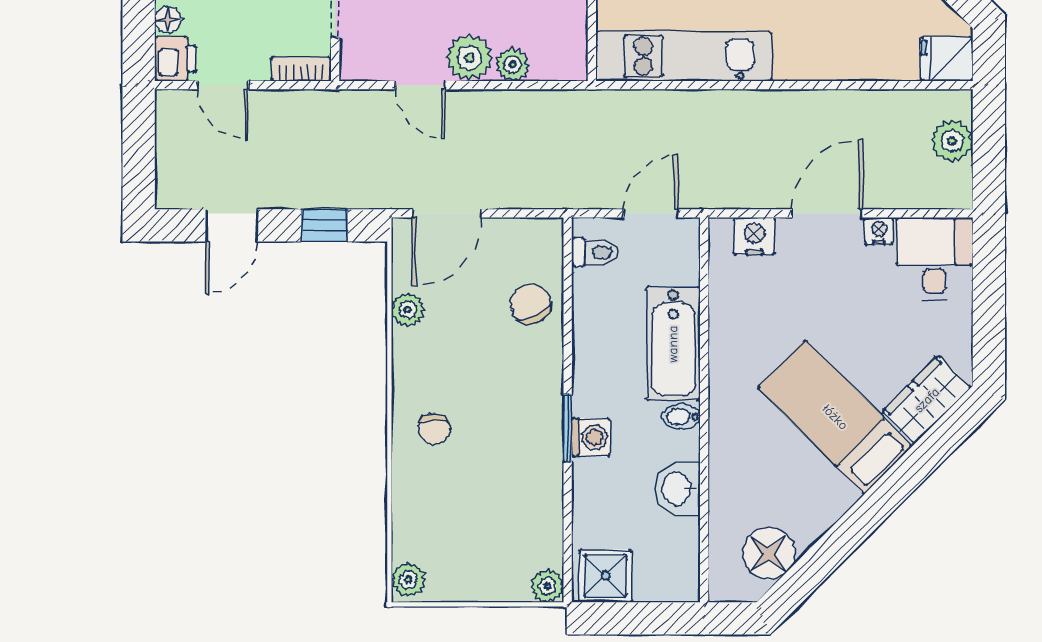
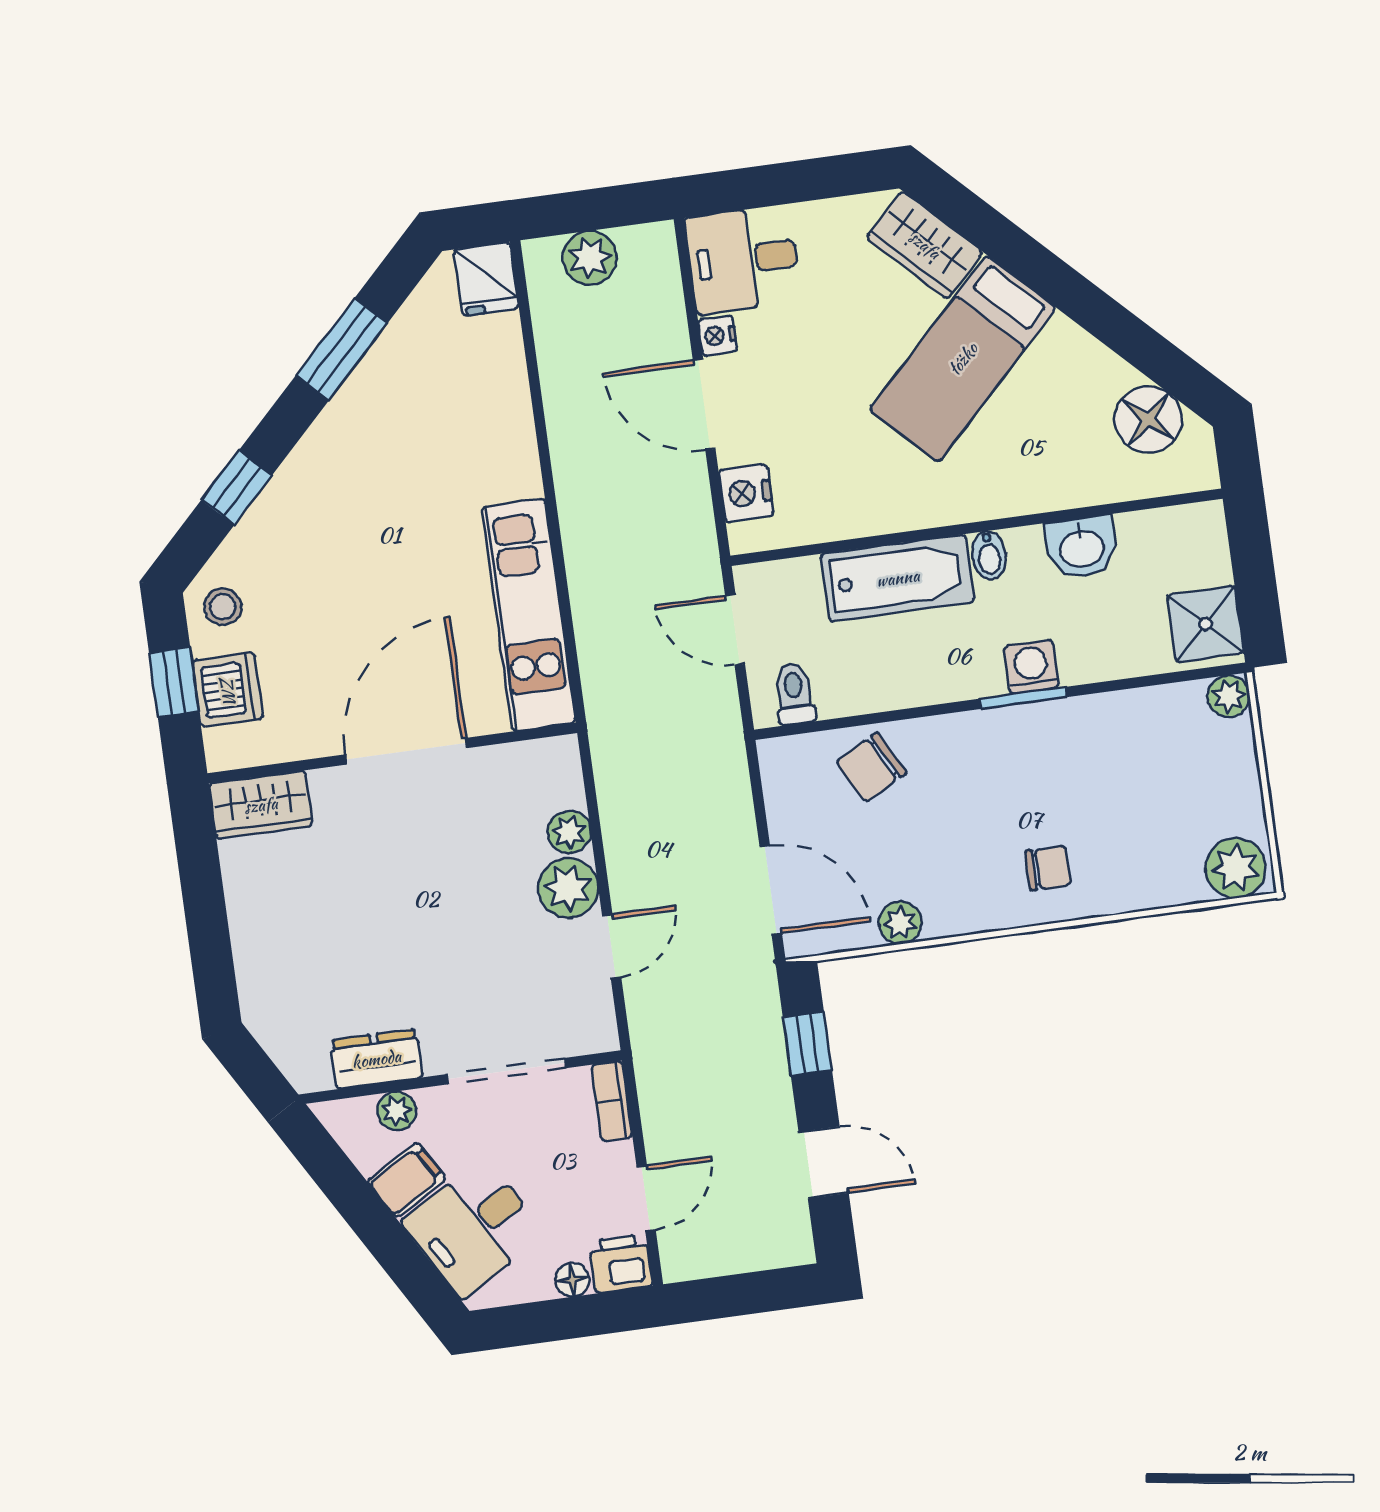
plant: (408, 580) -> (1236, 868), width x1.38, depth x1.38

